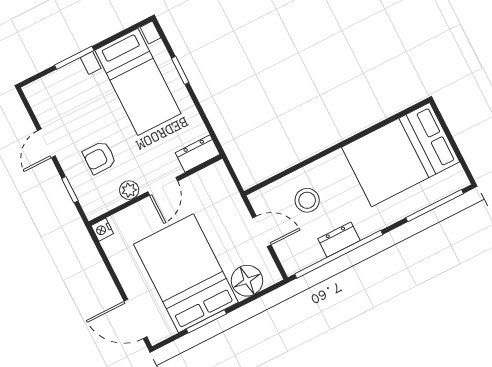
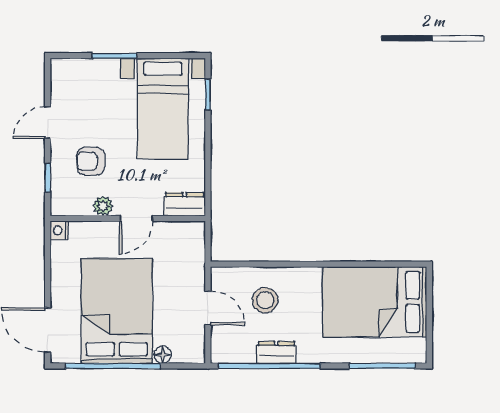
window: (180, 70) -> (208, 94), moved
floor lamp: (247, 281) -> (163, 355), width x0.53, depth x0.53
window: (206, 321) -> (113, 366), width x2.11

